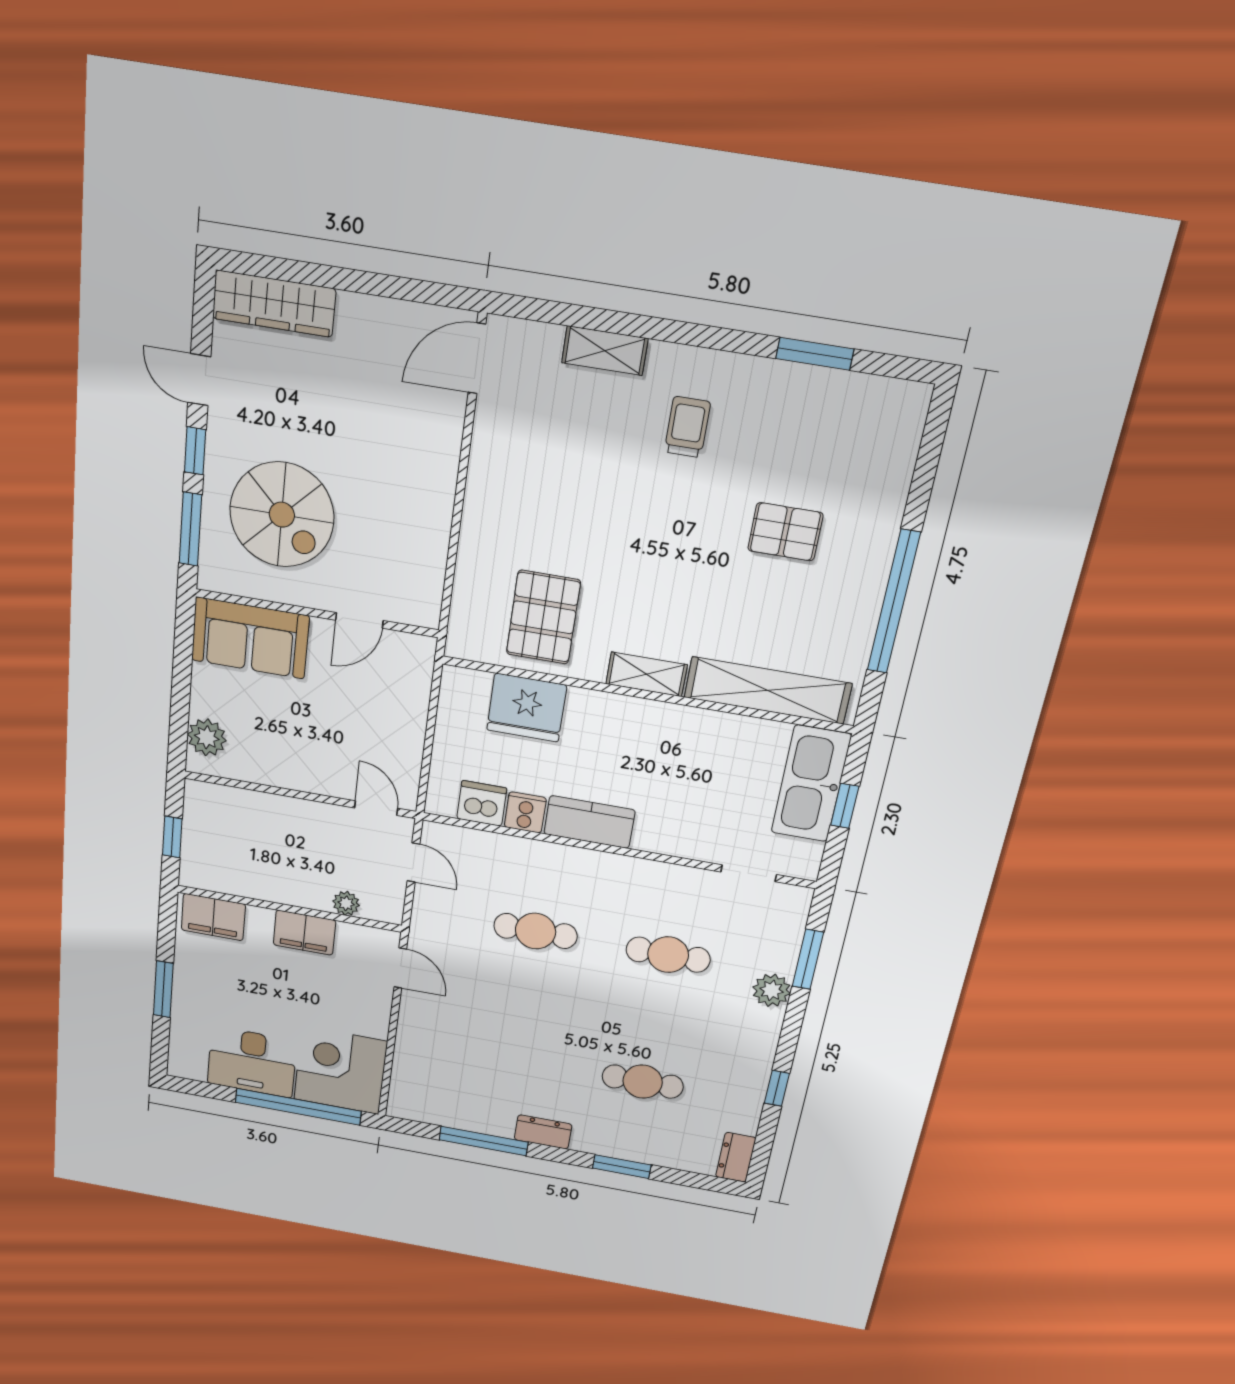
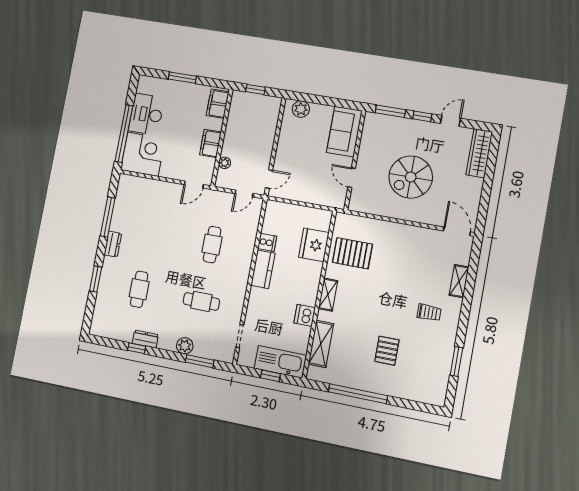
spiral stairs: (282, 515) -> (411, 177), moved
shelving: (768, 690) -> (321, 344), width x0.68
dishwasher: (482, 803) -> (305, 315), moved, turned 180
cafe table: (668, 955) -> (201, 301), turned 90
dresser: (736, 1157) -> (145, 339), moved

